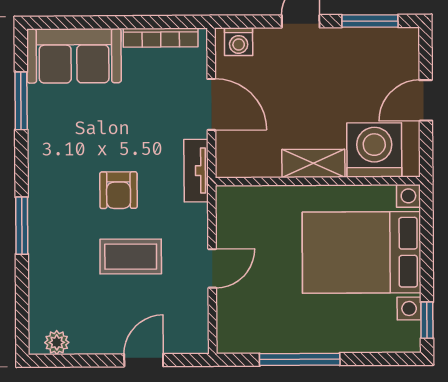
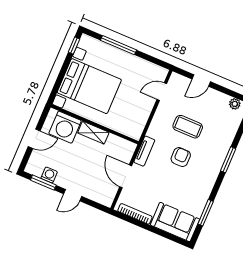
washing machine: (239, 42) -> (49, 175), moved
door: (212, 268) -> (162, 92), moved
window: (300, 359) -> (119, 45), moved

